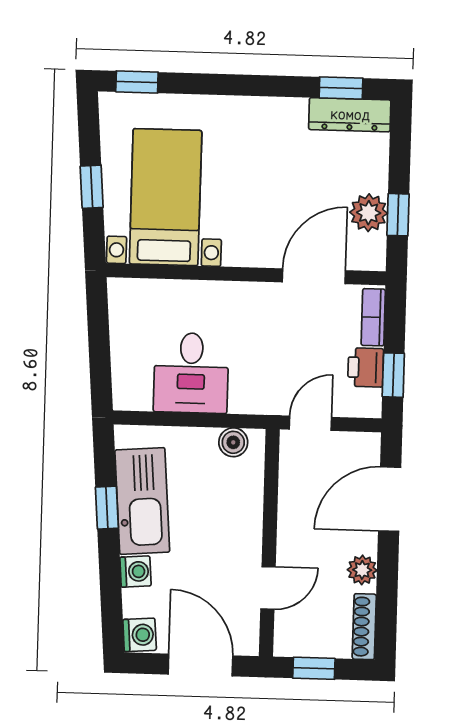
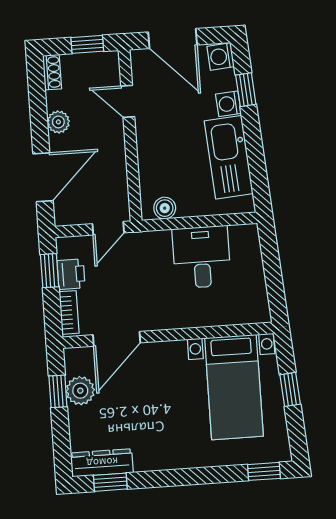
window: (107, 508) -> (246, 90), moved
door: (268, 588) -> (128, 101), hinge flipped
shoe rack: (364, 627) -> (52, 72), width x0.70

